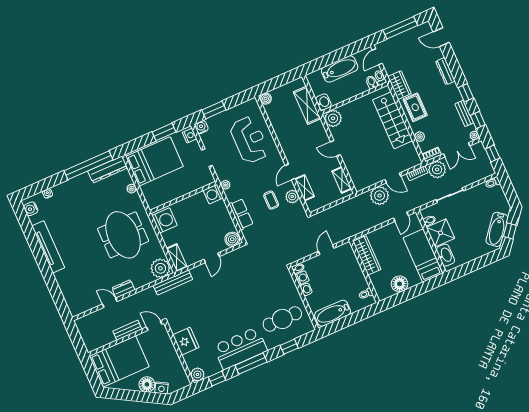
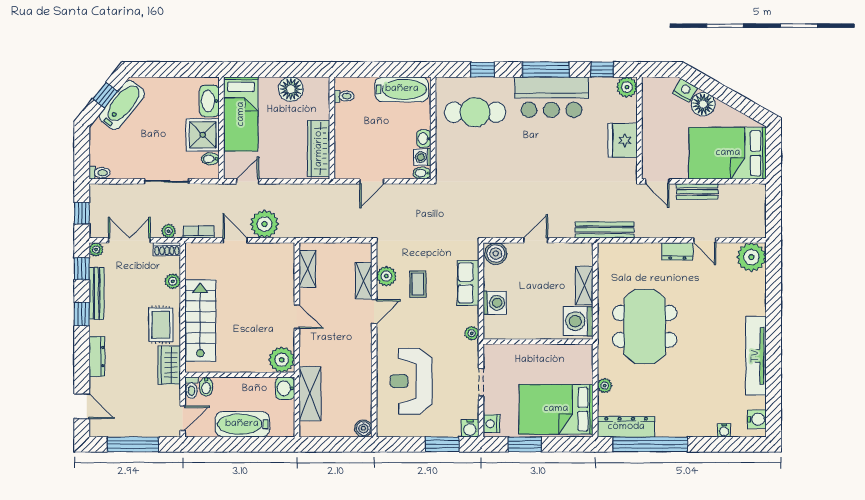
bench: (464, 113) -> (96, 293), width x1.36
plant: (437, 169) -> (169, 231), width x0.53, depth x0.53
washing machine: (213, 194) -> (495, 303), moved
shelving: (177, 258) -> (584, 285), moved
plant: (160, 268) -> (751, 257), moved

